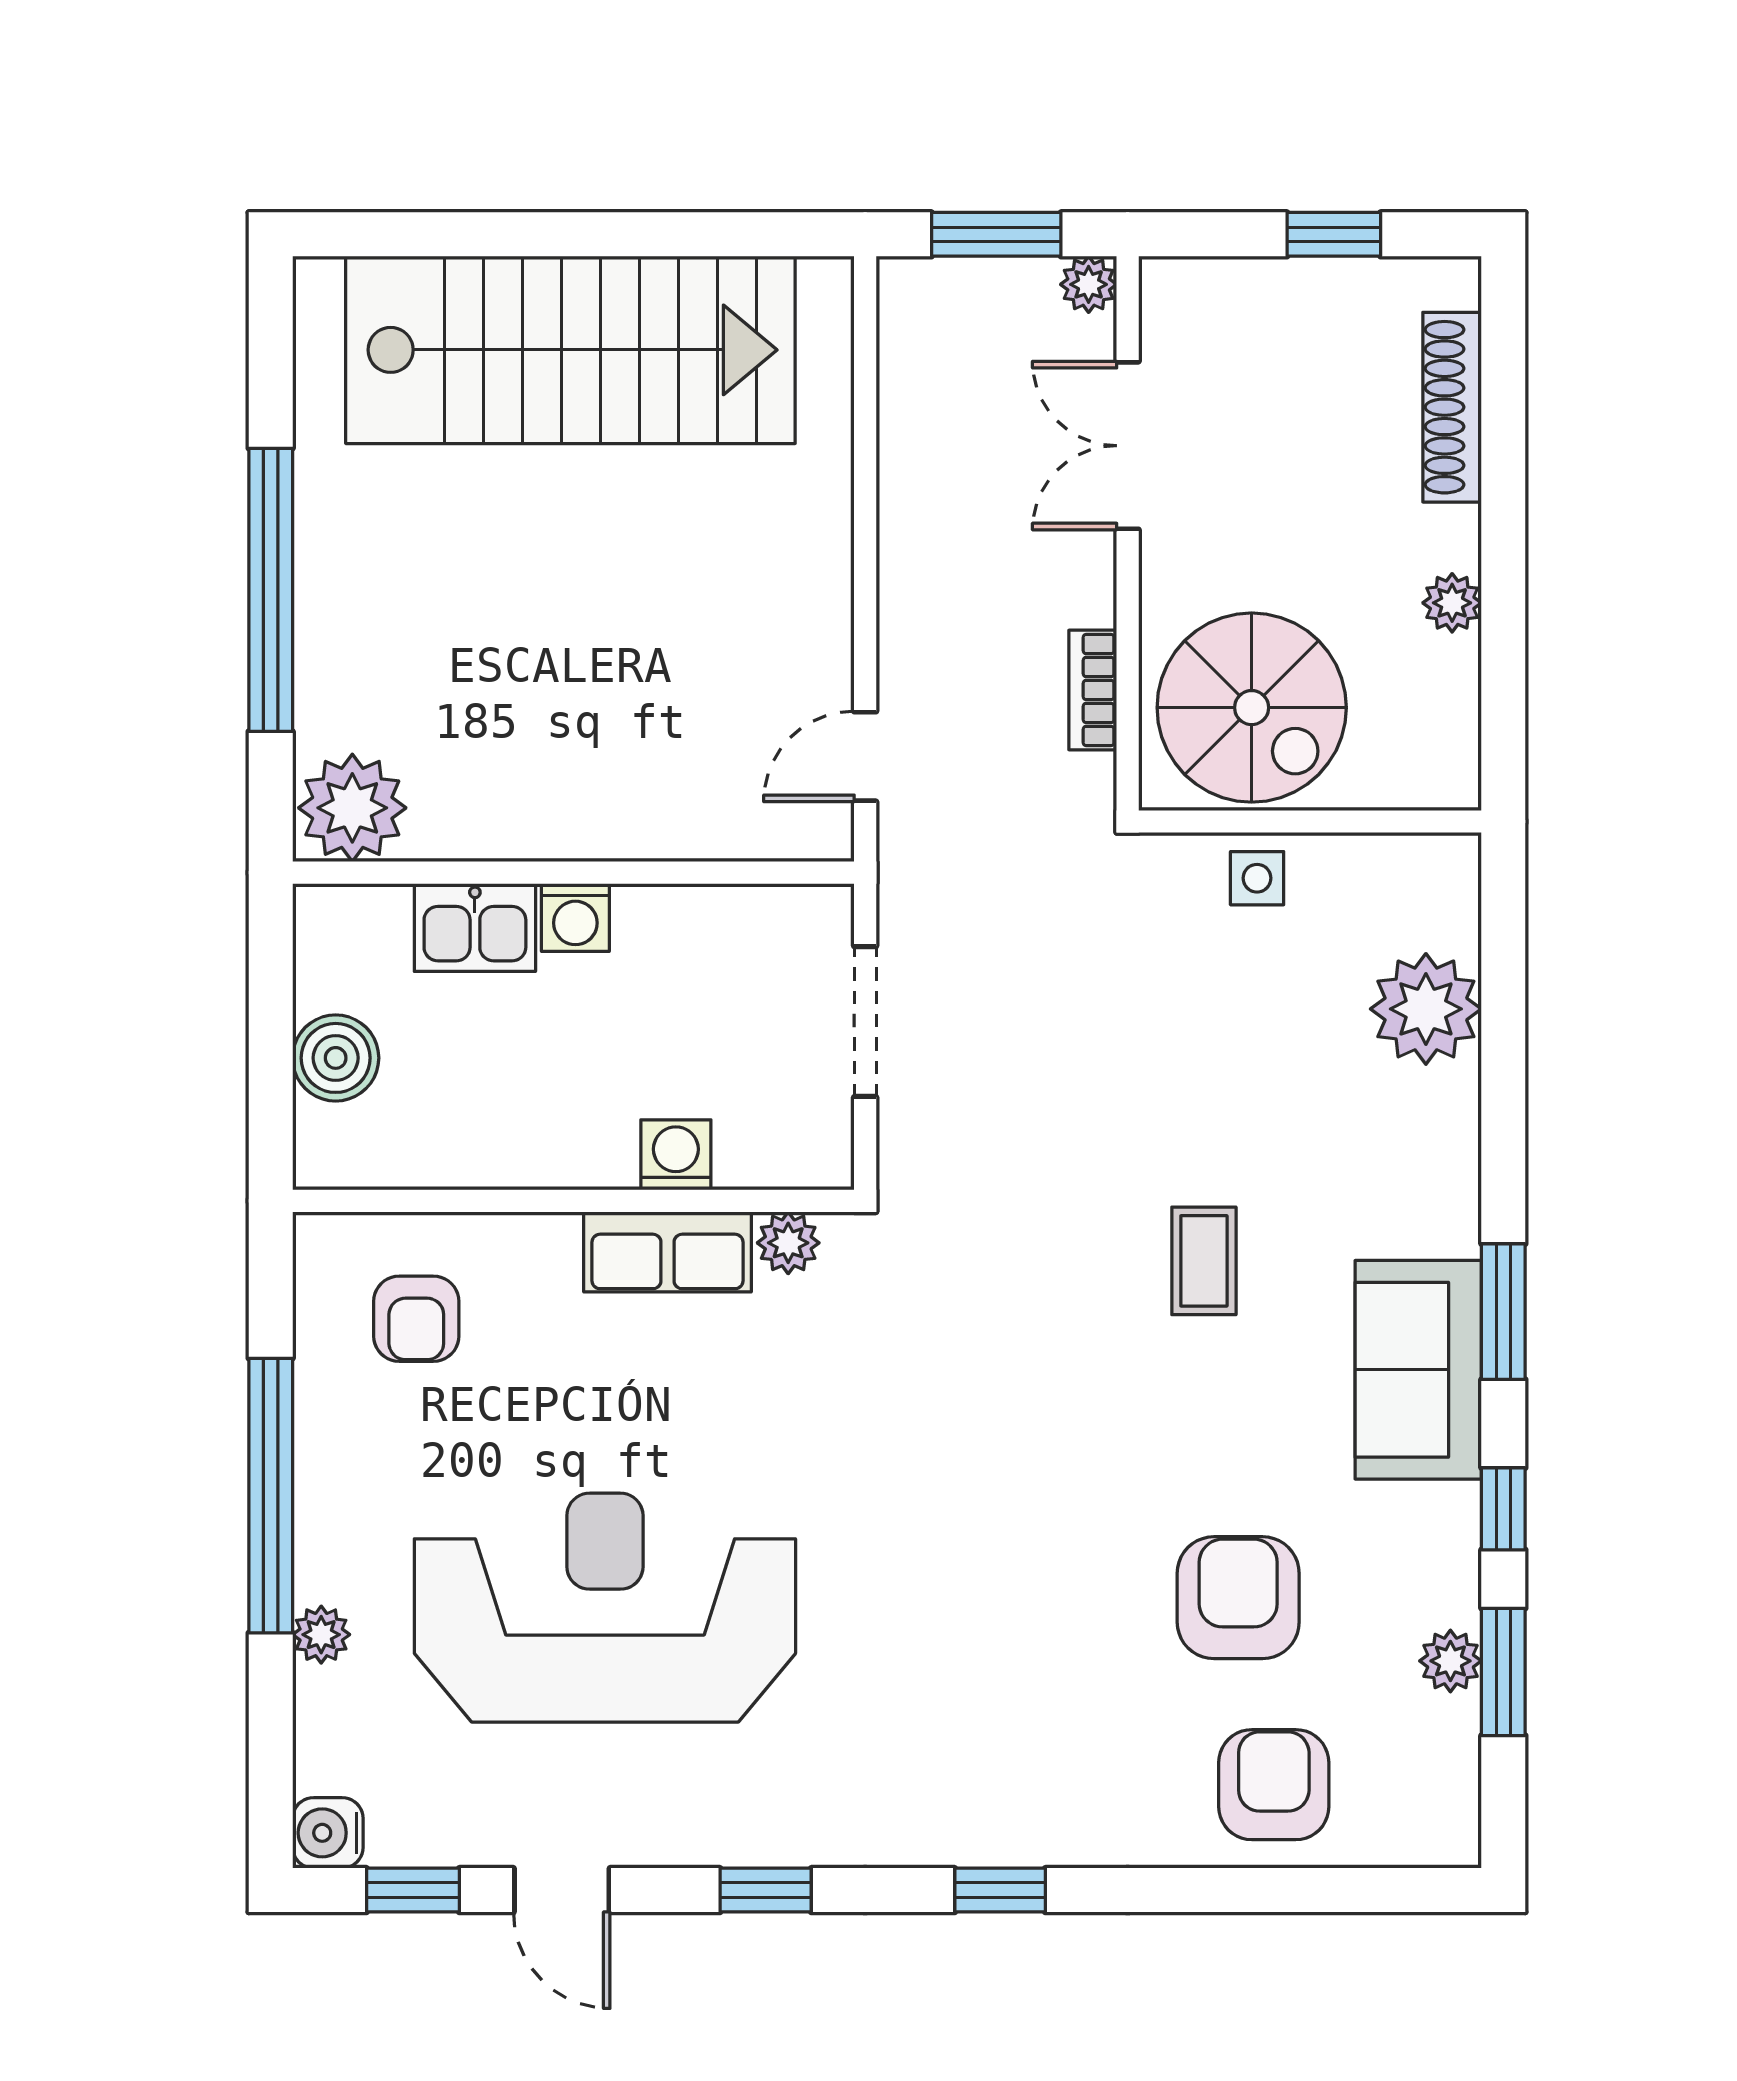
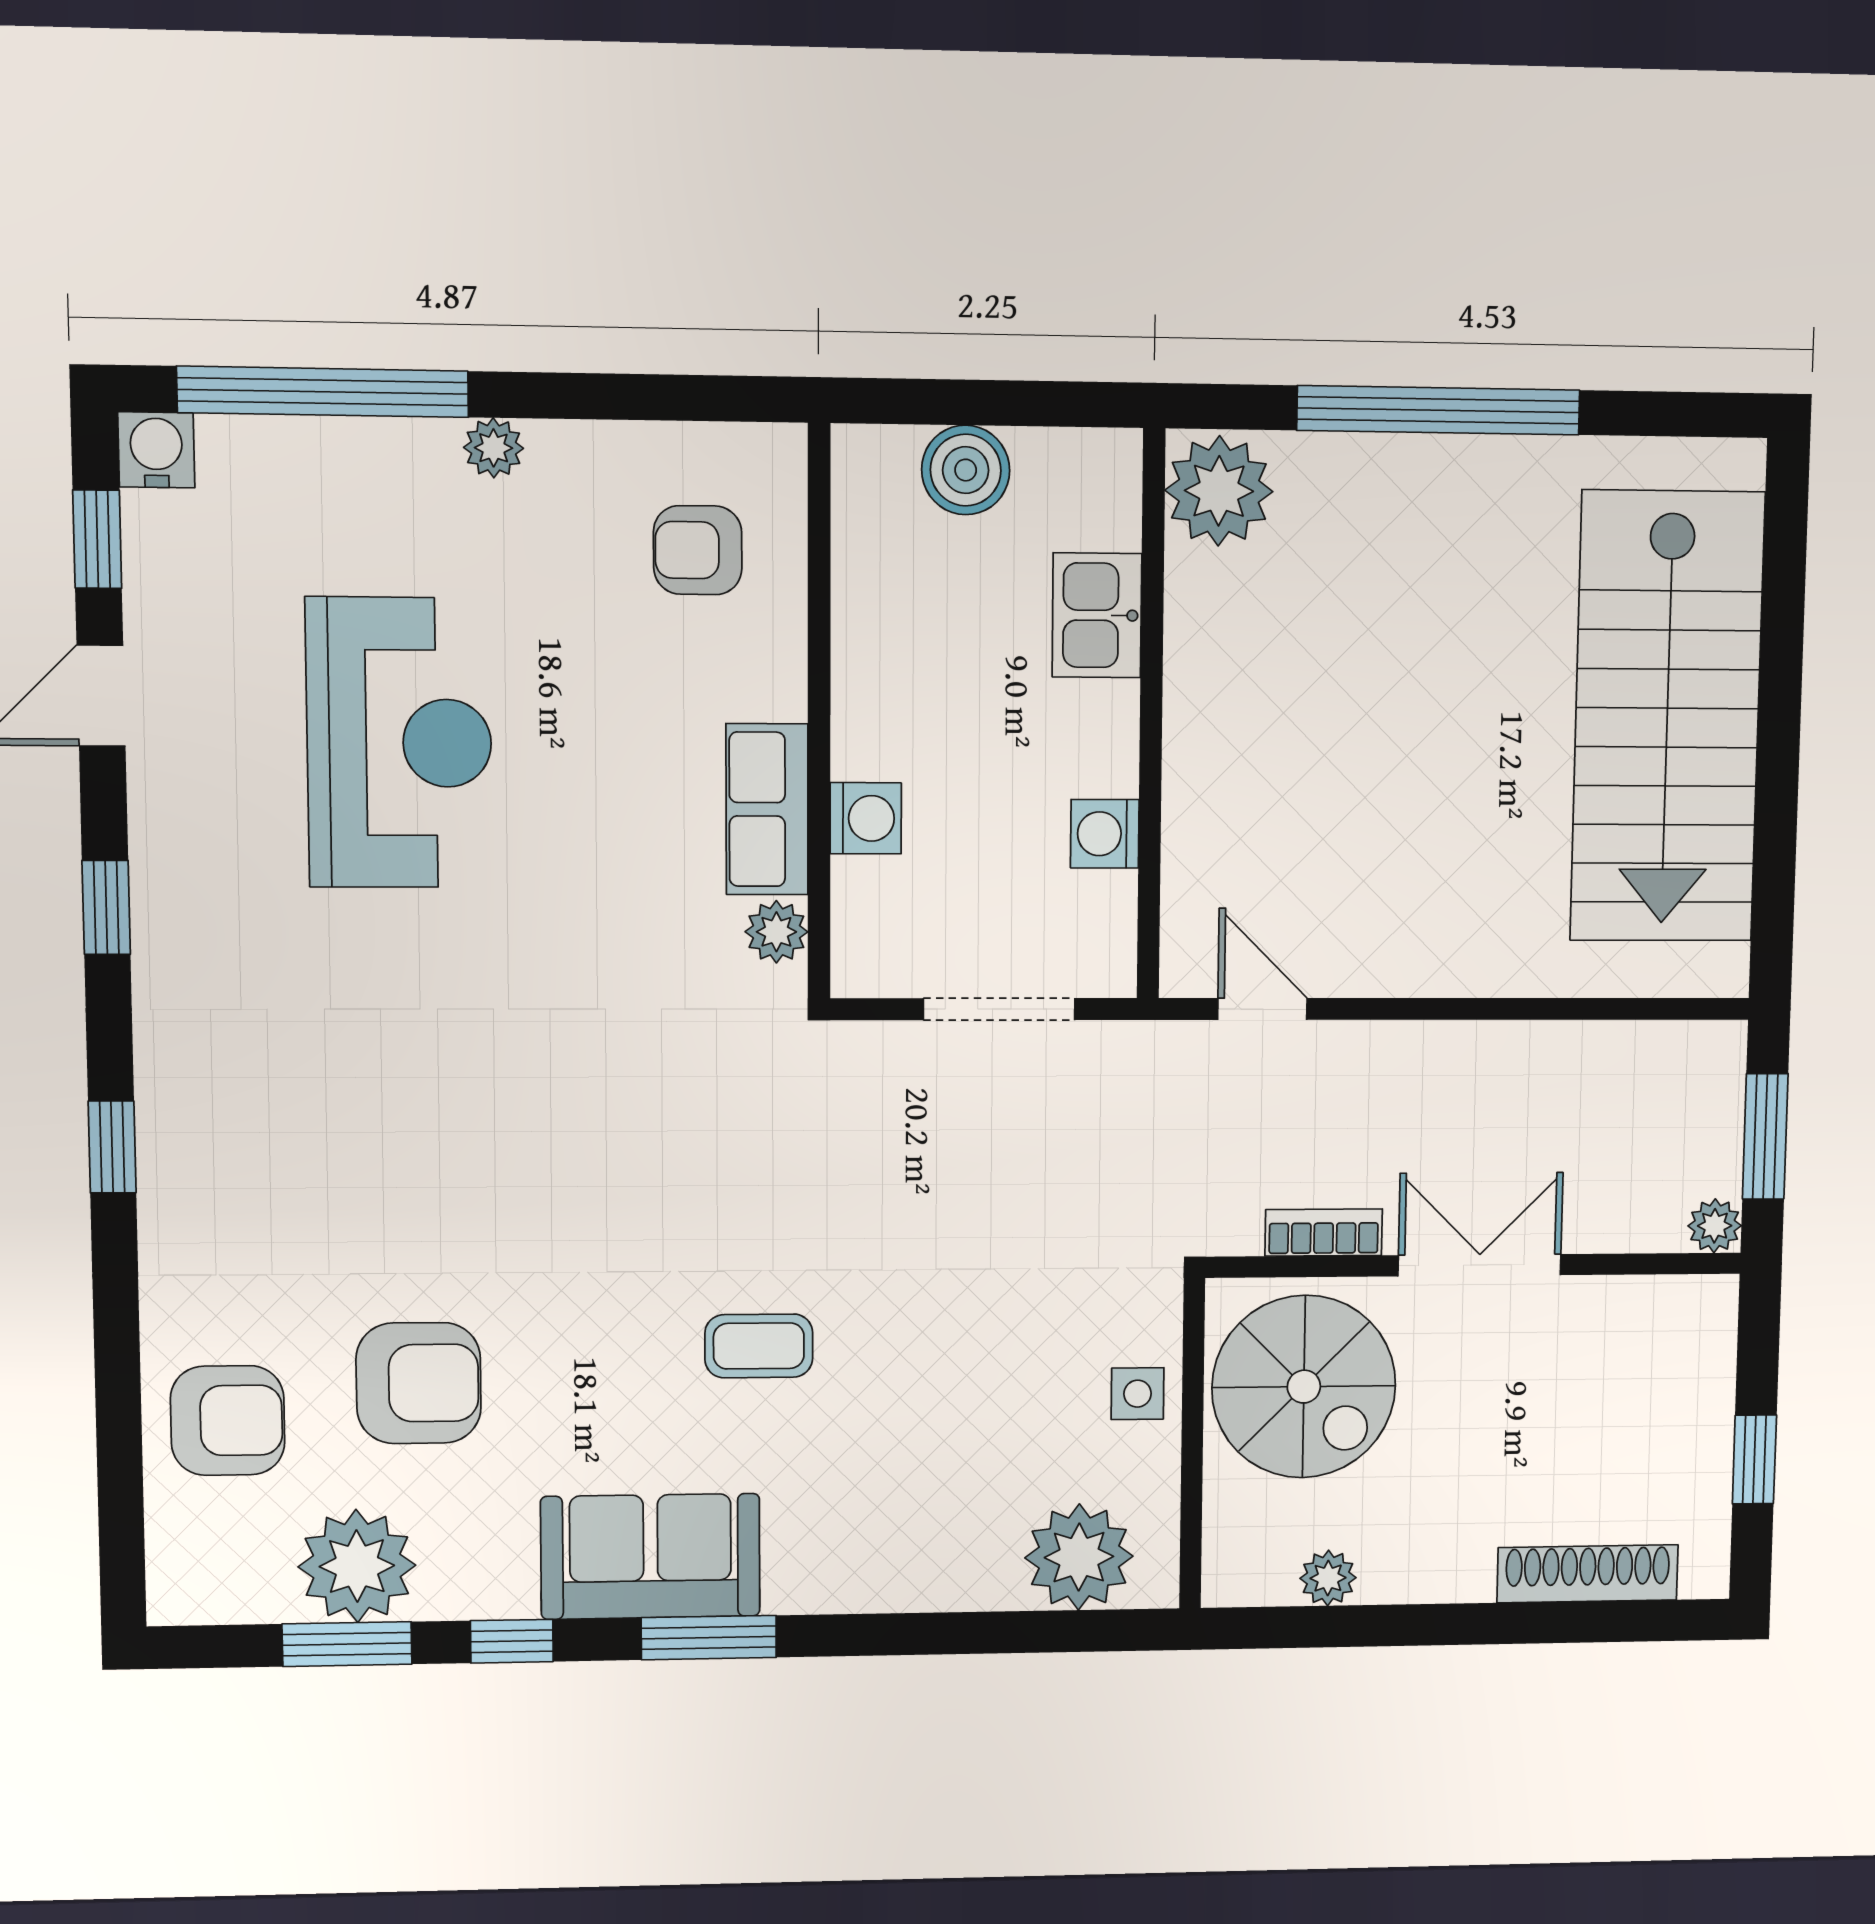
double door: (1128, 446) -> (1480, 1265), moved
plant: (1452, 603) -> (1328, 1578), moved
spiral stairs: (1252, 708) -> (1304, 1387), turned -90
washing machine: (575, 918) -> (1105, 834), moved
plant: (1426, 1009) -> (1079, 1557), moved
window: (271, 1496) -> (323, 392), moved
reception desk: (605, 1608) -> (399, 743), width x0.74, depth x0.77
plant: (321, 1635) -> (494, 448), moved
plant: (1450, 1661) -> (357, 1566), width x1.88, depth x1.88

